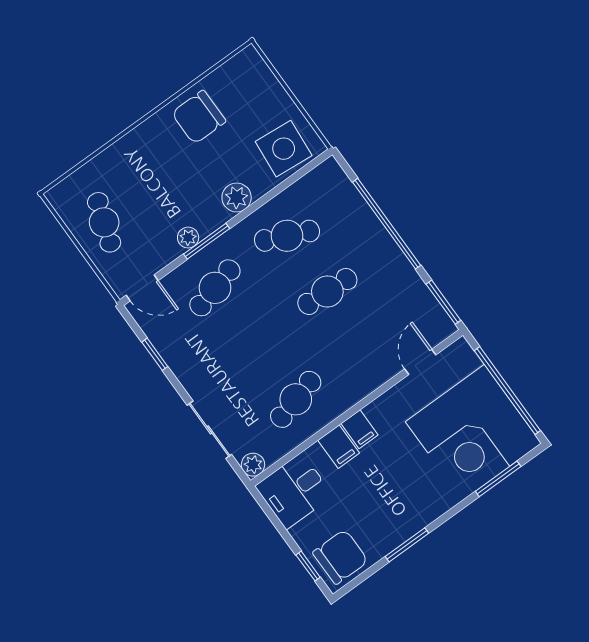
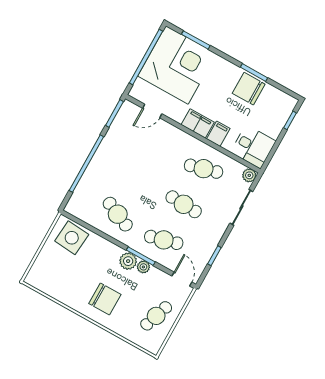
chair: (199, 117) -> (105, 299), moved
plant: (237, 197) -> (128, 261), moved
cafe table: (327, 291) -> (184, 204), moved
filing cabinet: (359, 429) -> (198, 124), width x2.00
chair: (340, 557) -> (249, 89), moved

